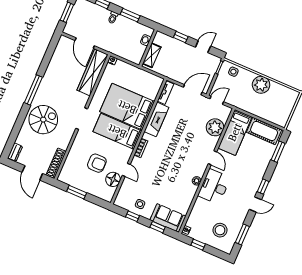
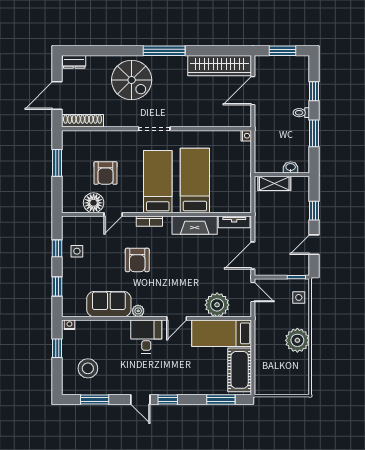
door: (203, 47) -> (314, 245), swing flipped
wardrobe: (93, 72) -> (220, 66), moved, turned 180
door: (193, 90) -> (253, 255), swing flipped
bed: (127, 107) -> (195, 180), width x0.67
armchair: (163, 167) -> (137, 260), added
desk: (214, 187) -> (146, 337), width x0.73
sofa: (168, 218) -> (109, 304), moved, turned -90

